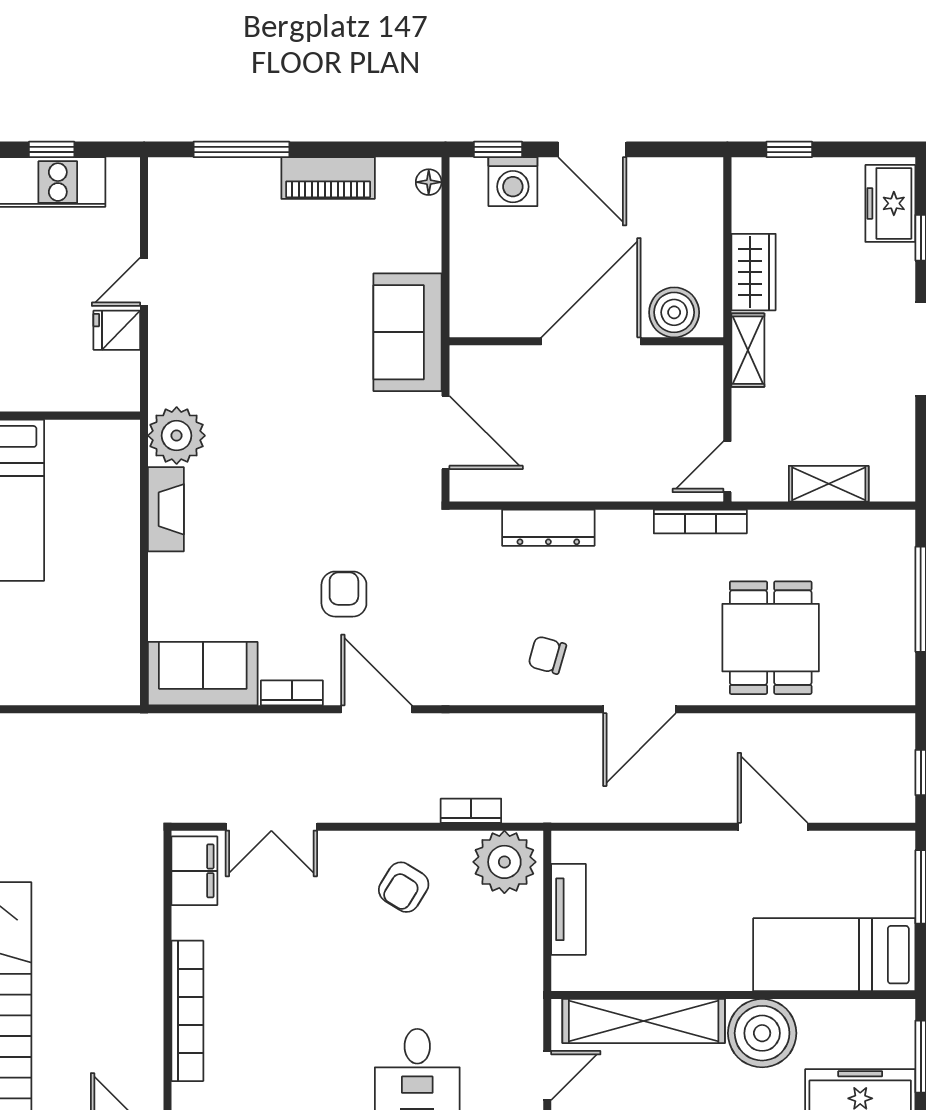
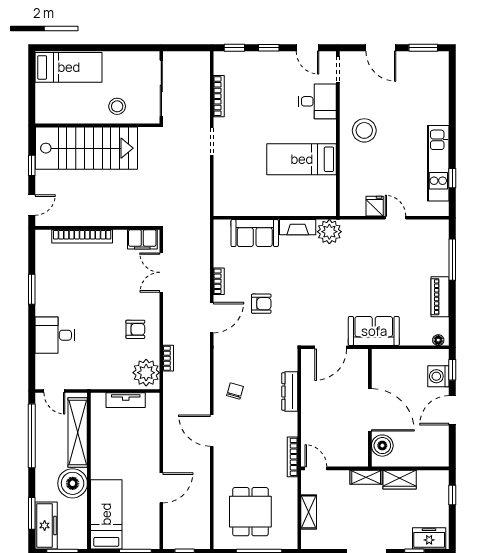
dining table: (771, 638) -> (250, 512), moved, turned 90
sofa: (203, 674) -> (255, 233), moved, turned 90
armchair: (404, 887) -> (135, 329), turned 148

